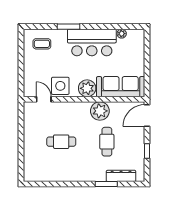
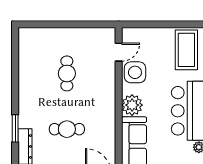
coffee table: (42, 44) -> (186, 50), width x1.86, depth x1.72
plant: (100, 111) -> (104, 121), removed

